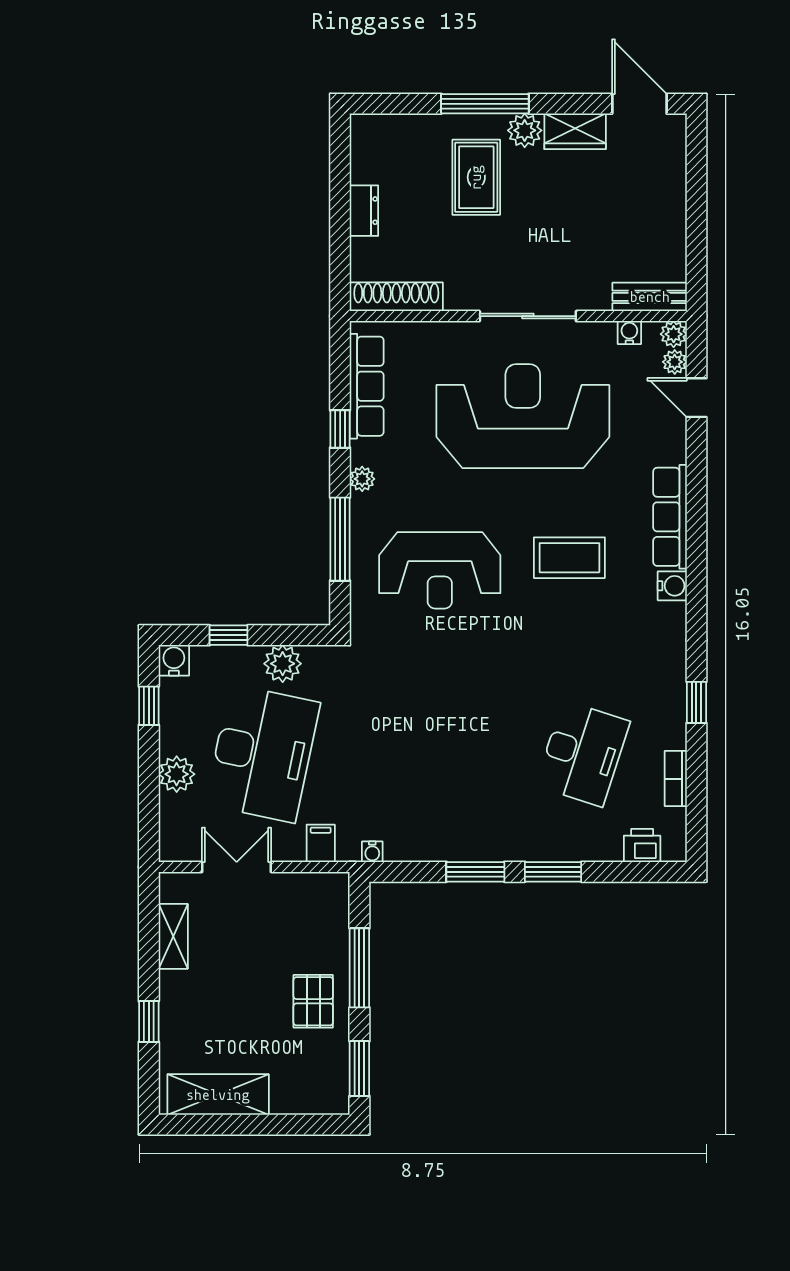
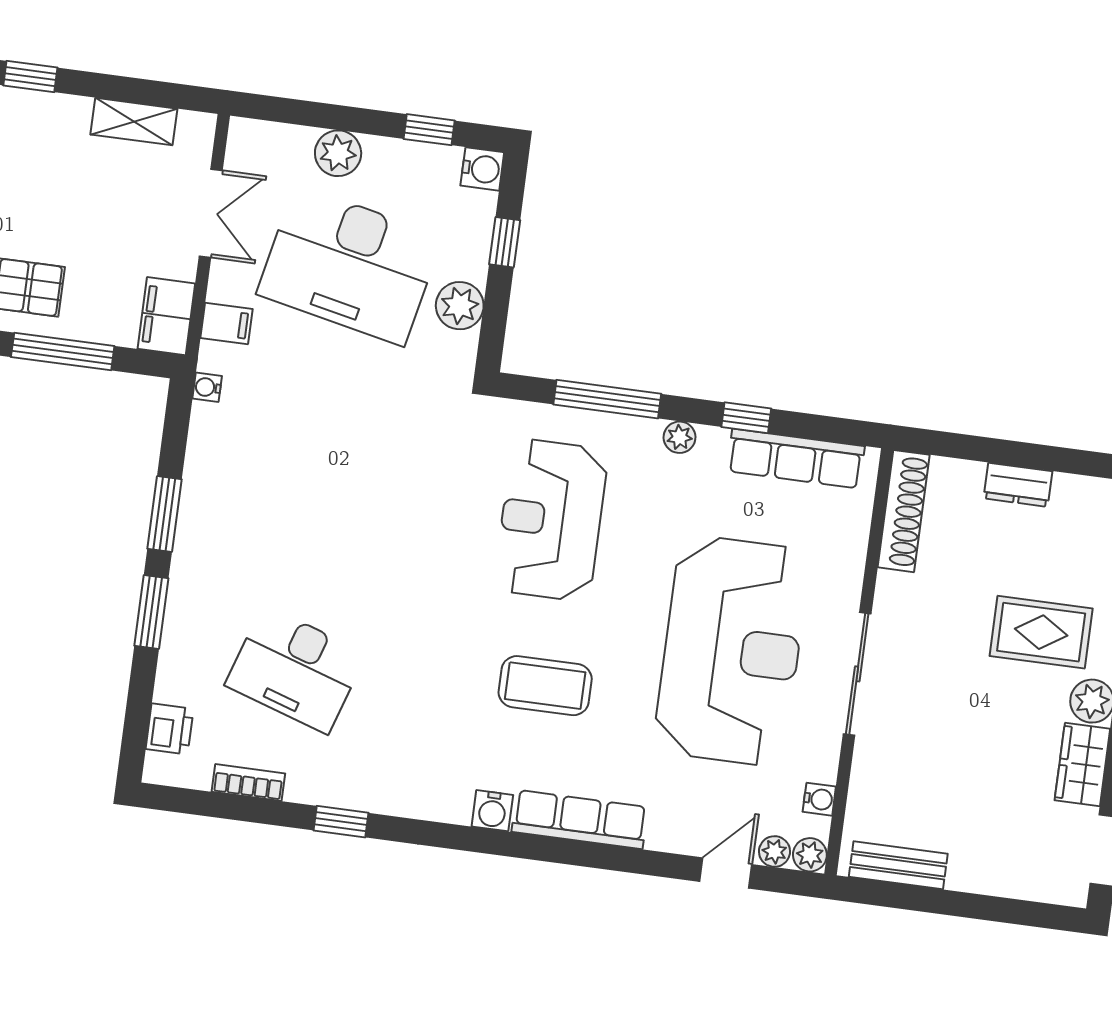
bench: (650, 297) -> (898, 865), moved, turned 90
coffee table: (569, 558) -> (545, 686), turned 90
filing cabinet: (321, 891) -> (166, 316), added

